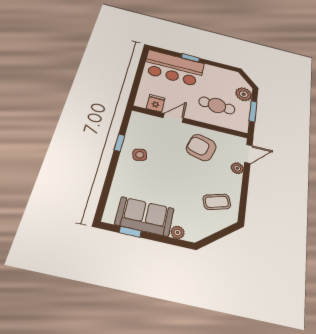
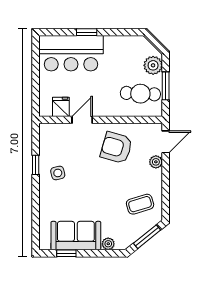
cafe table: (217, 105) -> (140, 94), moved
window: (220, 235) -> (147, 237), added

